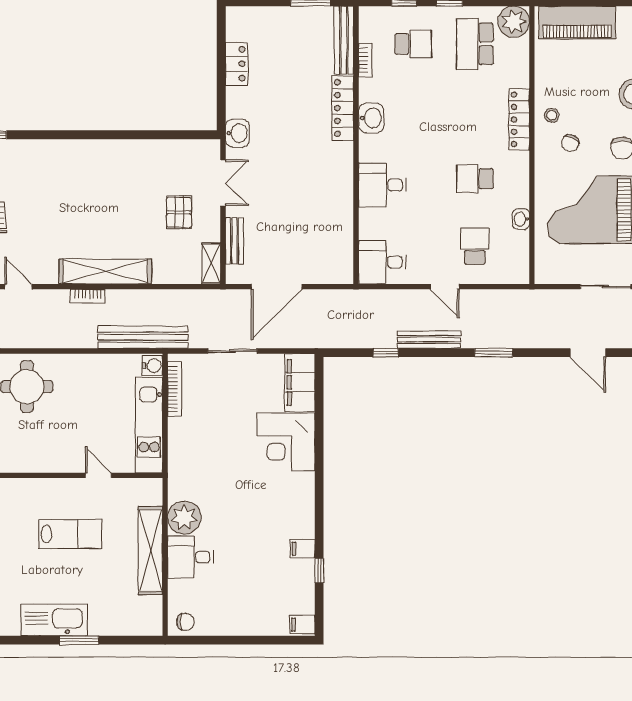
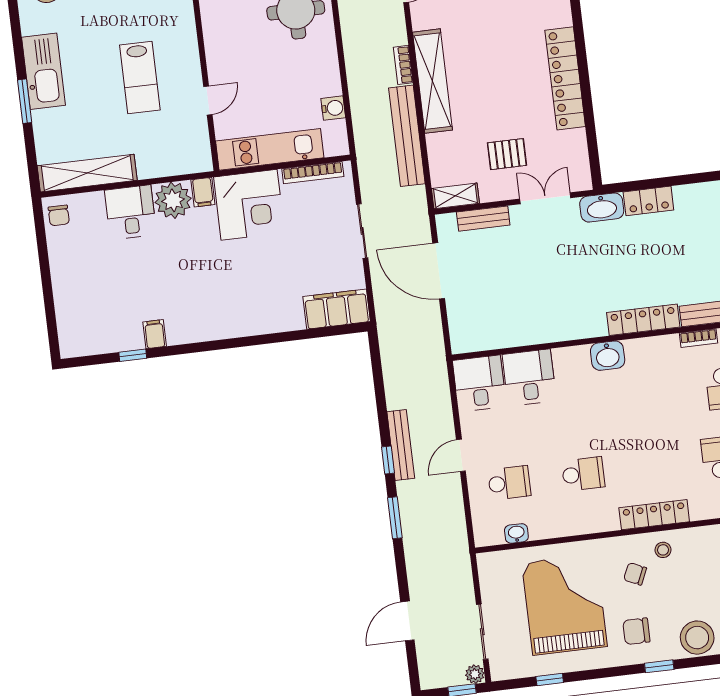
locker: (237, 64) -> (648, 201), moved
washbasin: (371, 118) -> (608, 356), moved
washbasin: (237, 133) -> (602, 208), width x1.38
locker: (117, 152) -> (565, 78), added
school desk: (475, 179) -> (583, 474), turned 90
double door: (223, 183) -> (545, 198), swing flipped
desk: (382, 185) -> (529, 377), moved
washbasin: (521, 219) -> (516, 533), moved
bench: (143, 337) -> (407, 136), moved
window: (386, 353) -> (388, 460), moved
water cooler: (152, 366) -> (333, 108), moved, turned -90
corner desk: (286, 442) -> (249, 205), moved, turned 180
shelving: (150, 550) -> (87, 173), moved
filing cabinet: (302, 625) -> (203, 192), moved, turned 180

